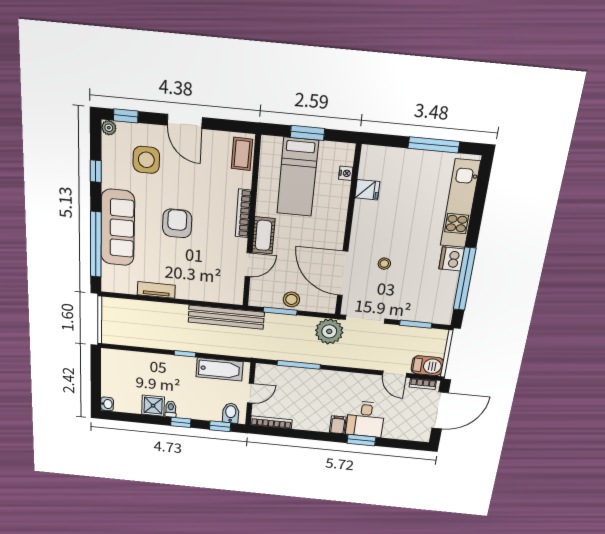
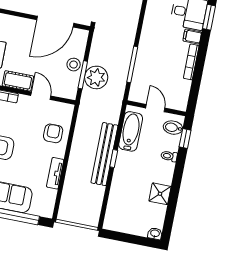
armchair: (204, 283) -> (53, 133), added
bench: (226, 317) -> (104, 154), moved
plant: (329, 331) -> (96, 77), moved
toilet: (171, 409) -> (169, 156), moved
window: (181, 422) -> (178, 172), removed
bookcase: (271, 422) -> (191, 62), moved

